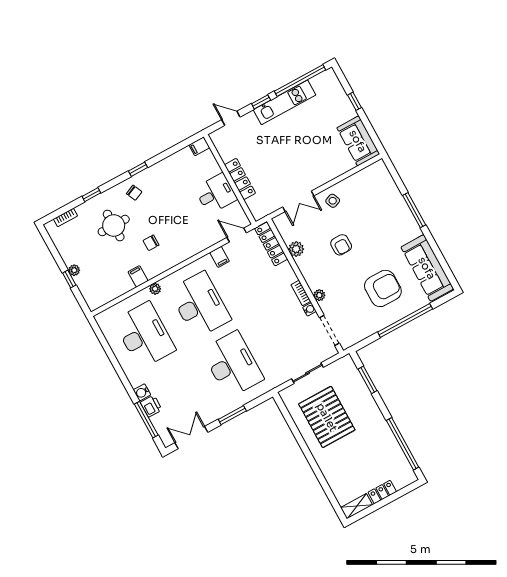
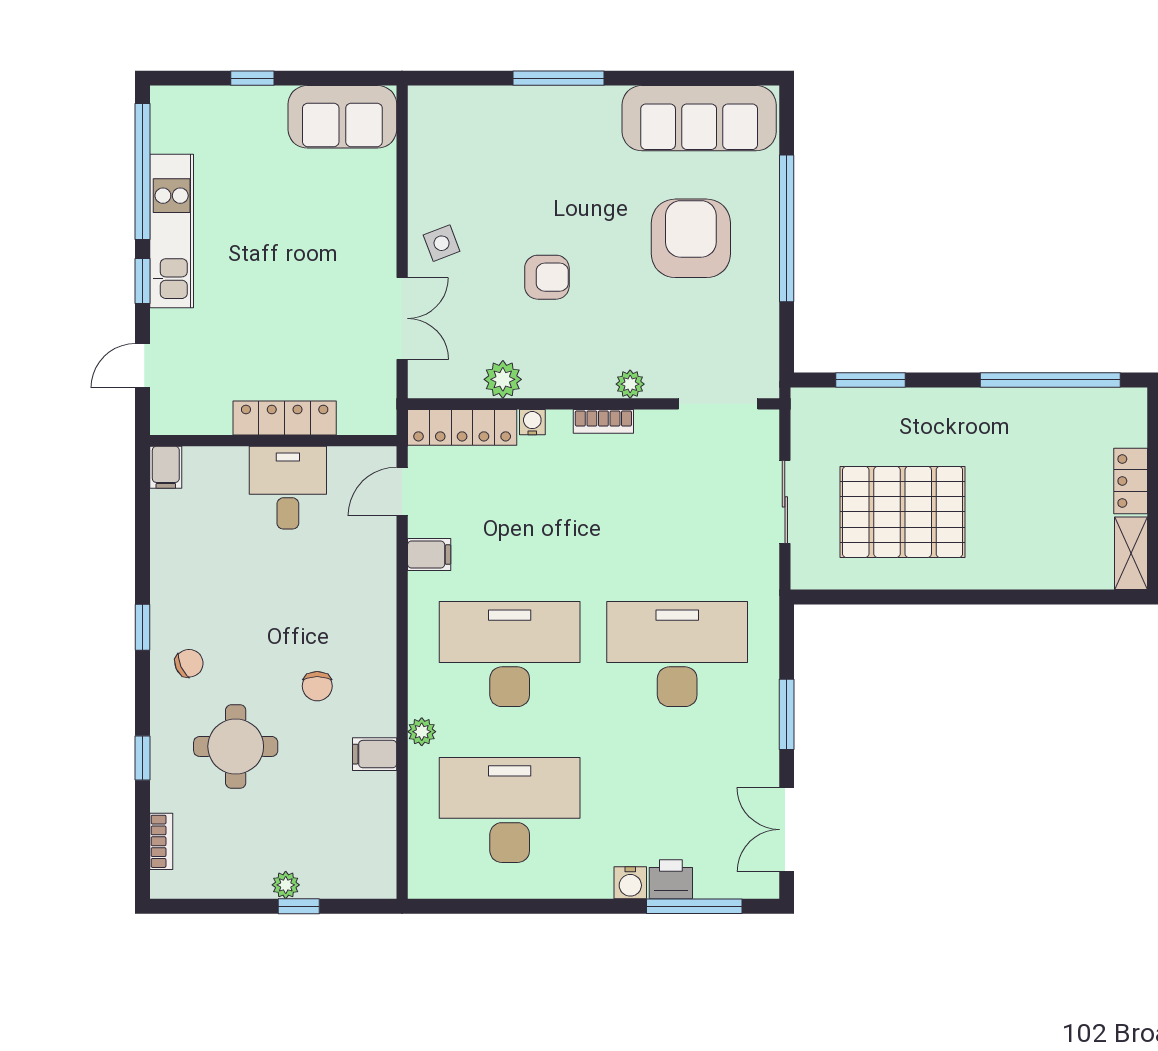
water cooler: (309, 309) -> (532, 422), moved

